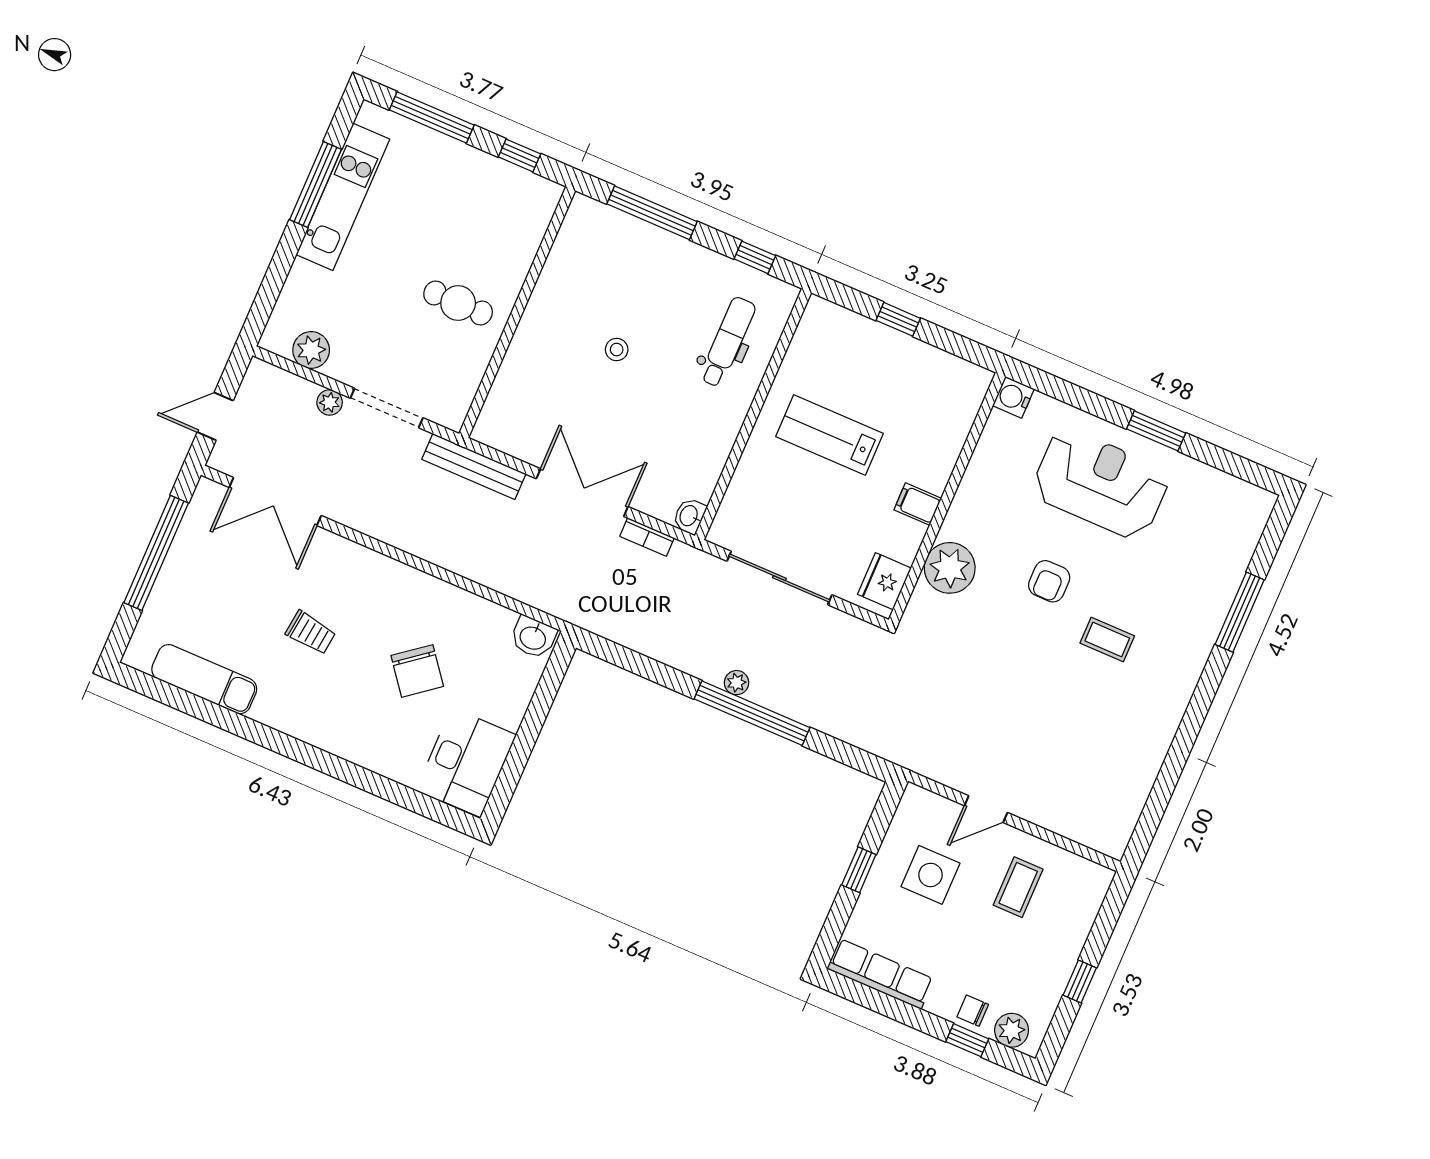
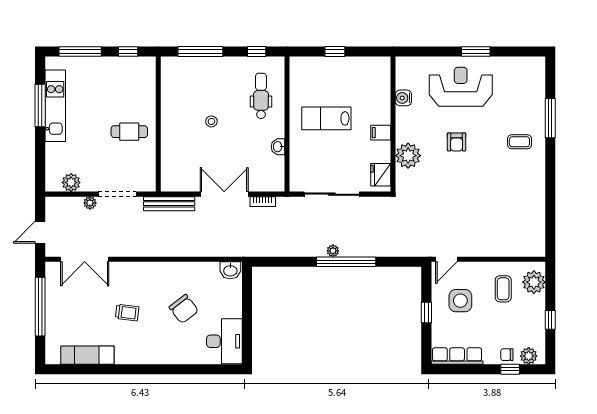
water cooler: (1013, 397) -> (403, 98), moved
washbasin: (689, 516) -> (278, 147), moved
coffee table: (1107, 640) -> (519, 142), moved
door: (986, 809) -> (446, 259), moved
plant: (1080, 899) -> (534, 282), added

